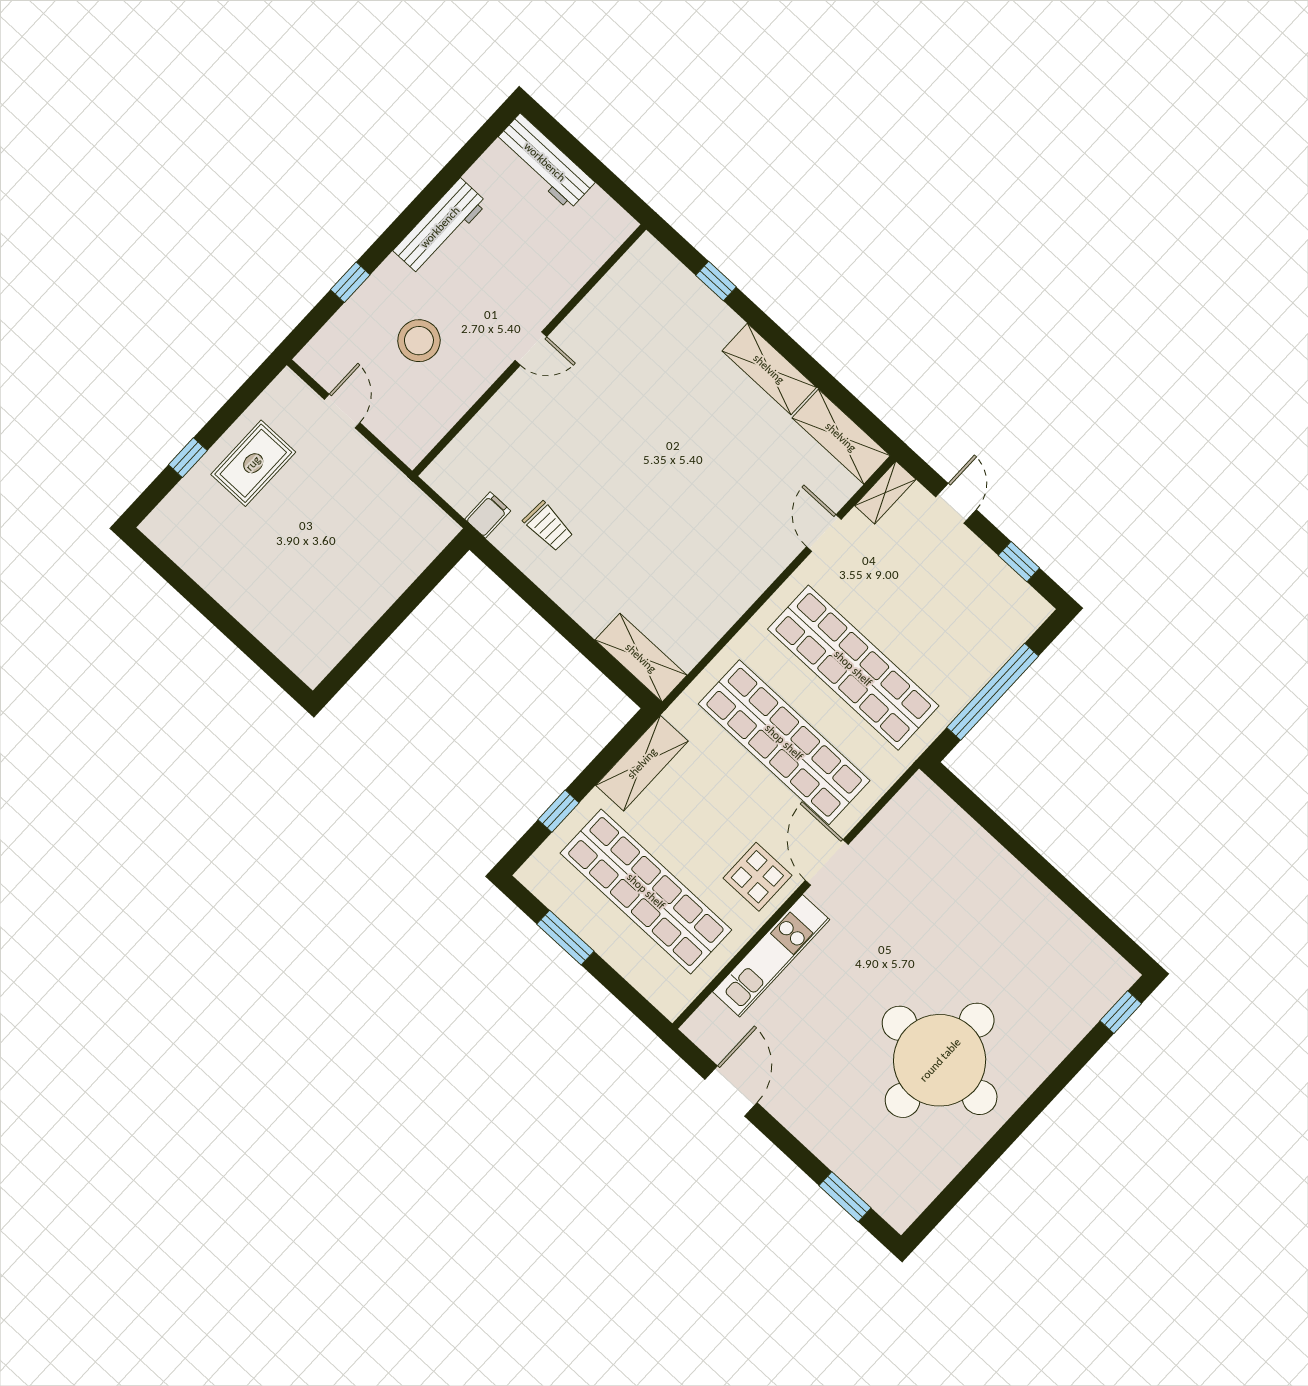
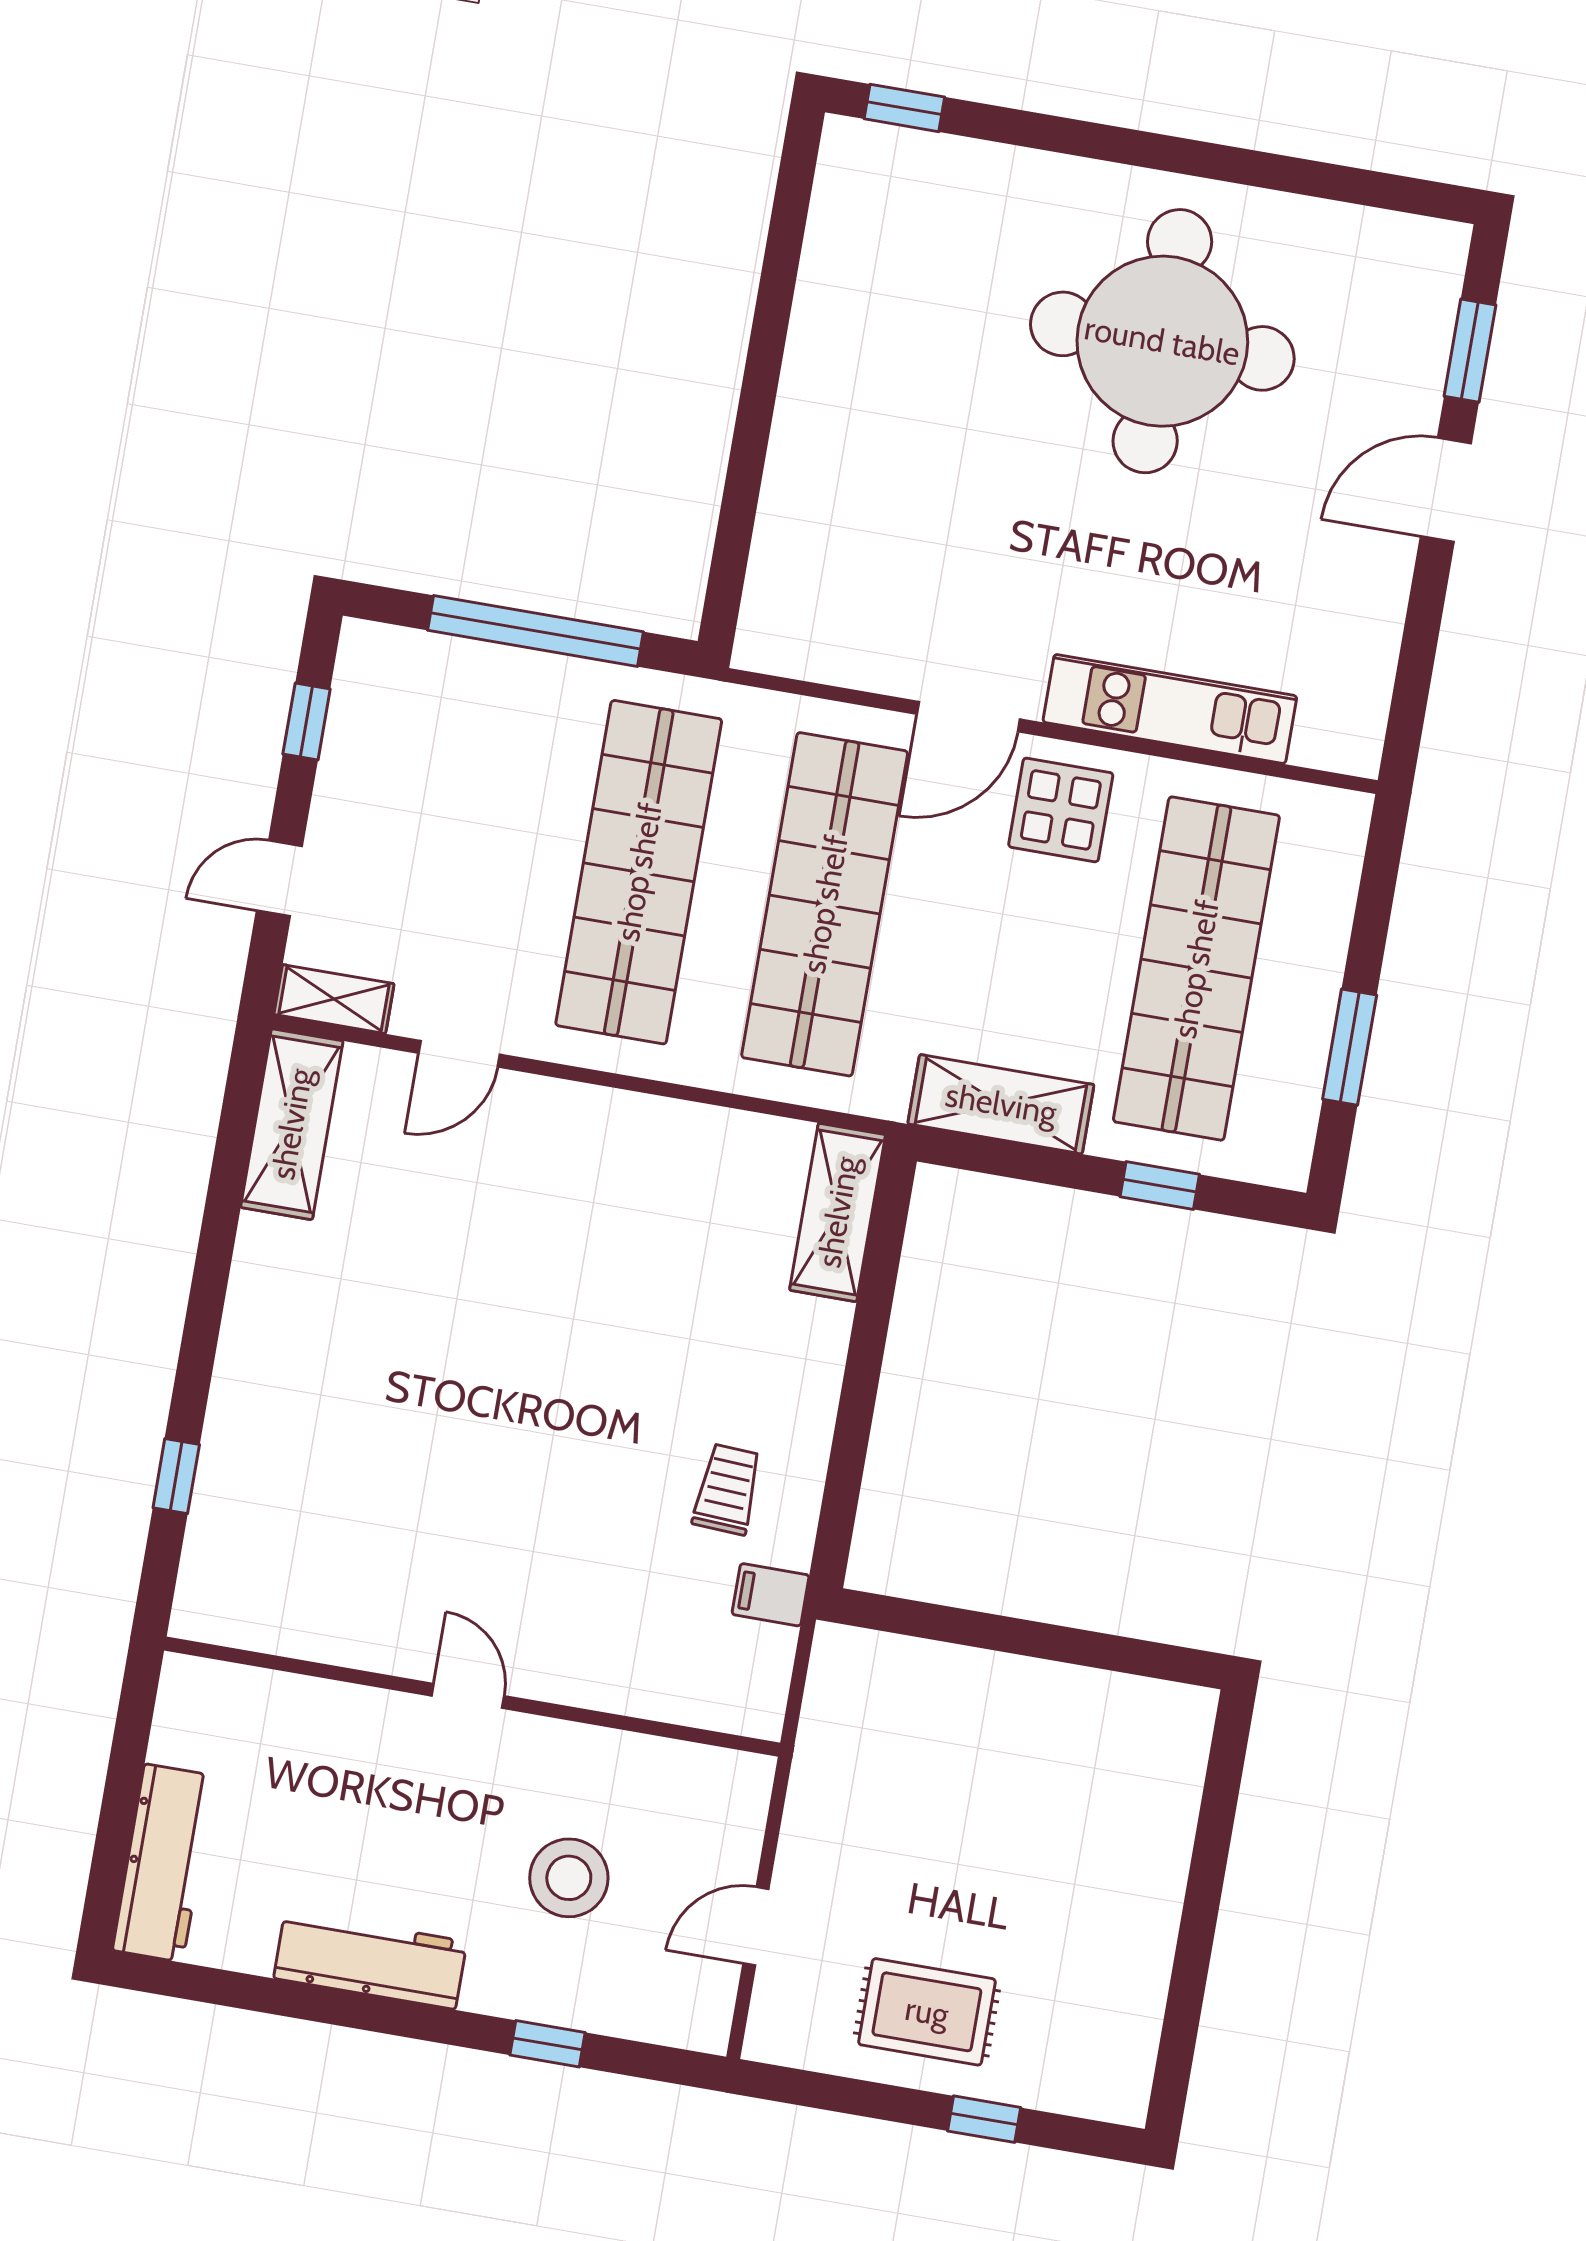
shelving: (769, 369) -> (259, 1304), removed
door: (731, 1091) -> (1446, 490), moved

